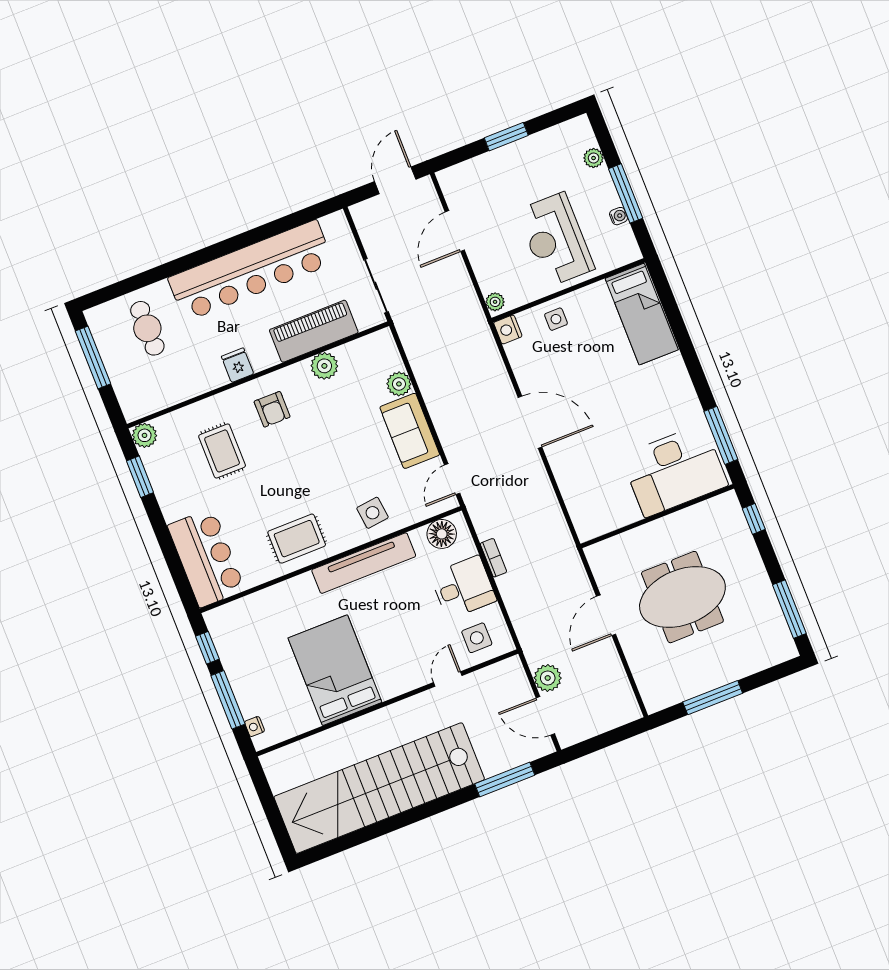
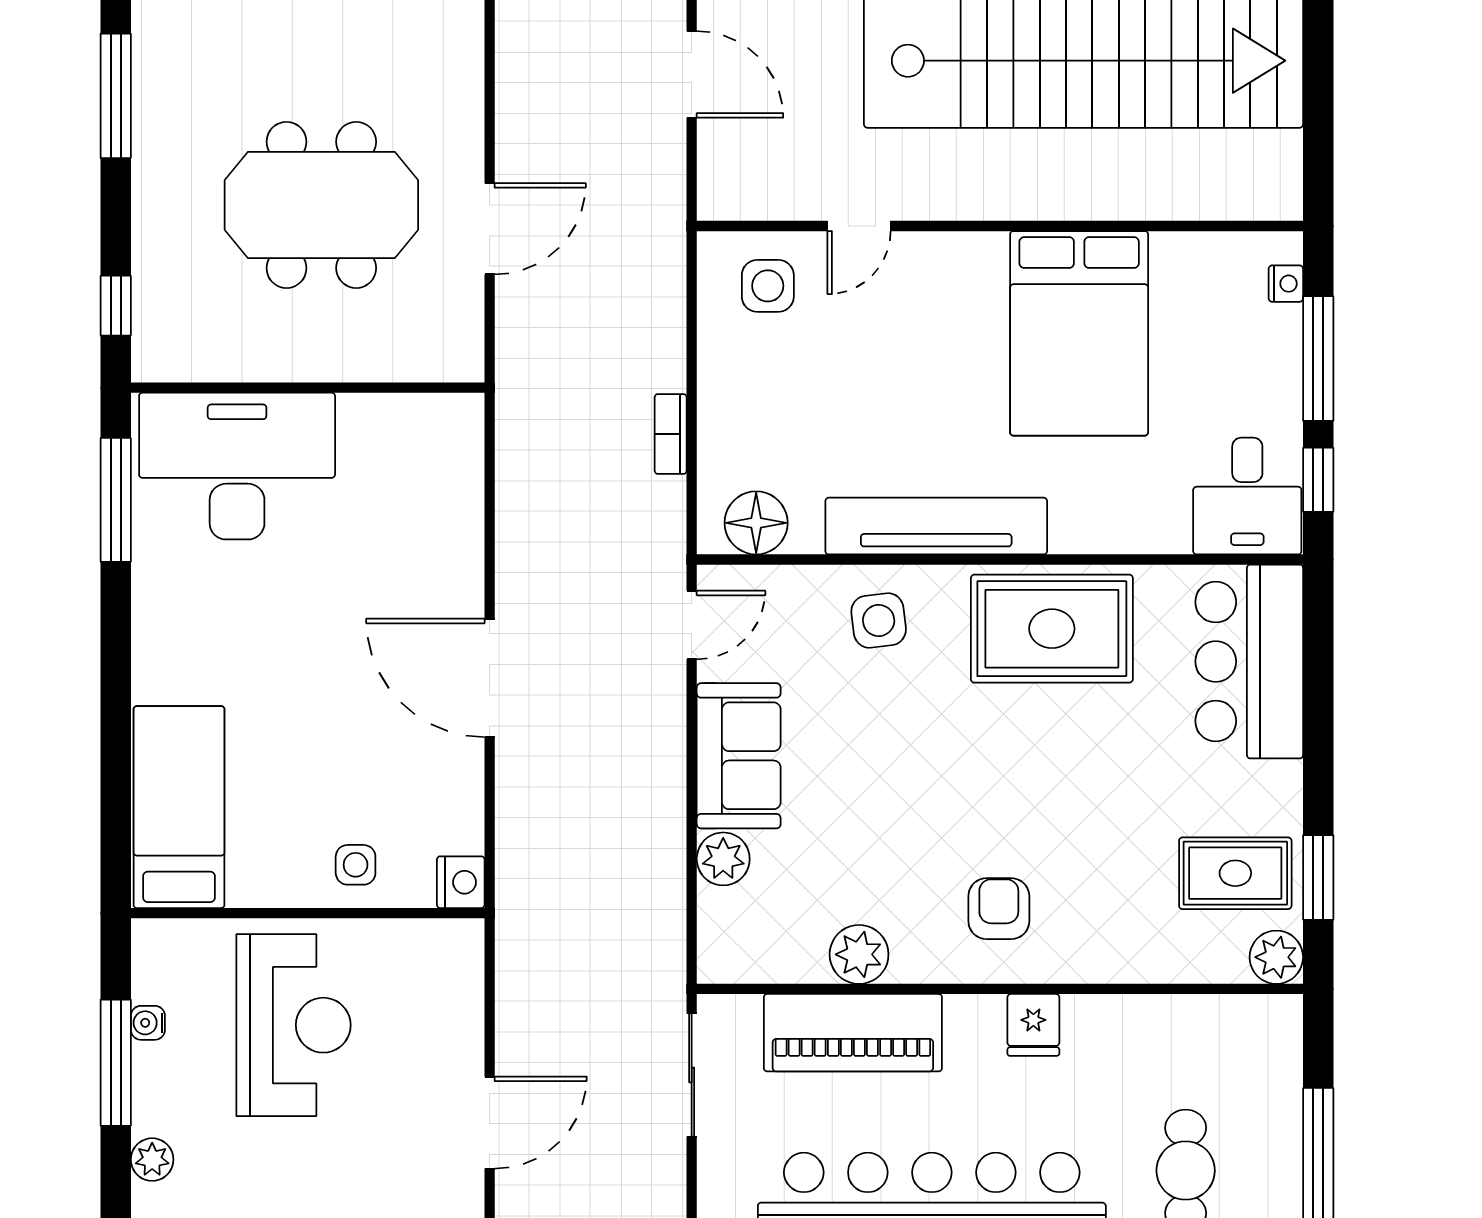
plant: (495, 302) -> (464, 948), removed
rug: (222, 451) -> (1235, 873), moved, turned 90
rug: (297, 539) -> (1052, 629), width x1.36, depth x1.43
desk: (463, 587) -> (1247, 496), moved, turned -90
plant: (548, 678) -> (657, 149), removed

